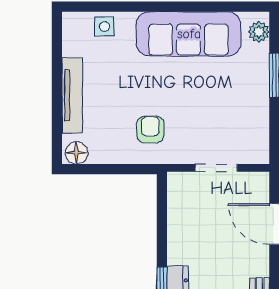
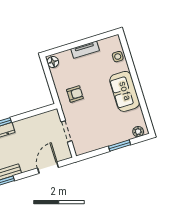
sofa: (189, 34) -> (125, 91), width x0.73
tv unit: (72, 95) -> (85, 50), width x0.71

